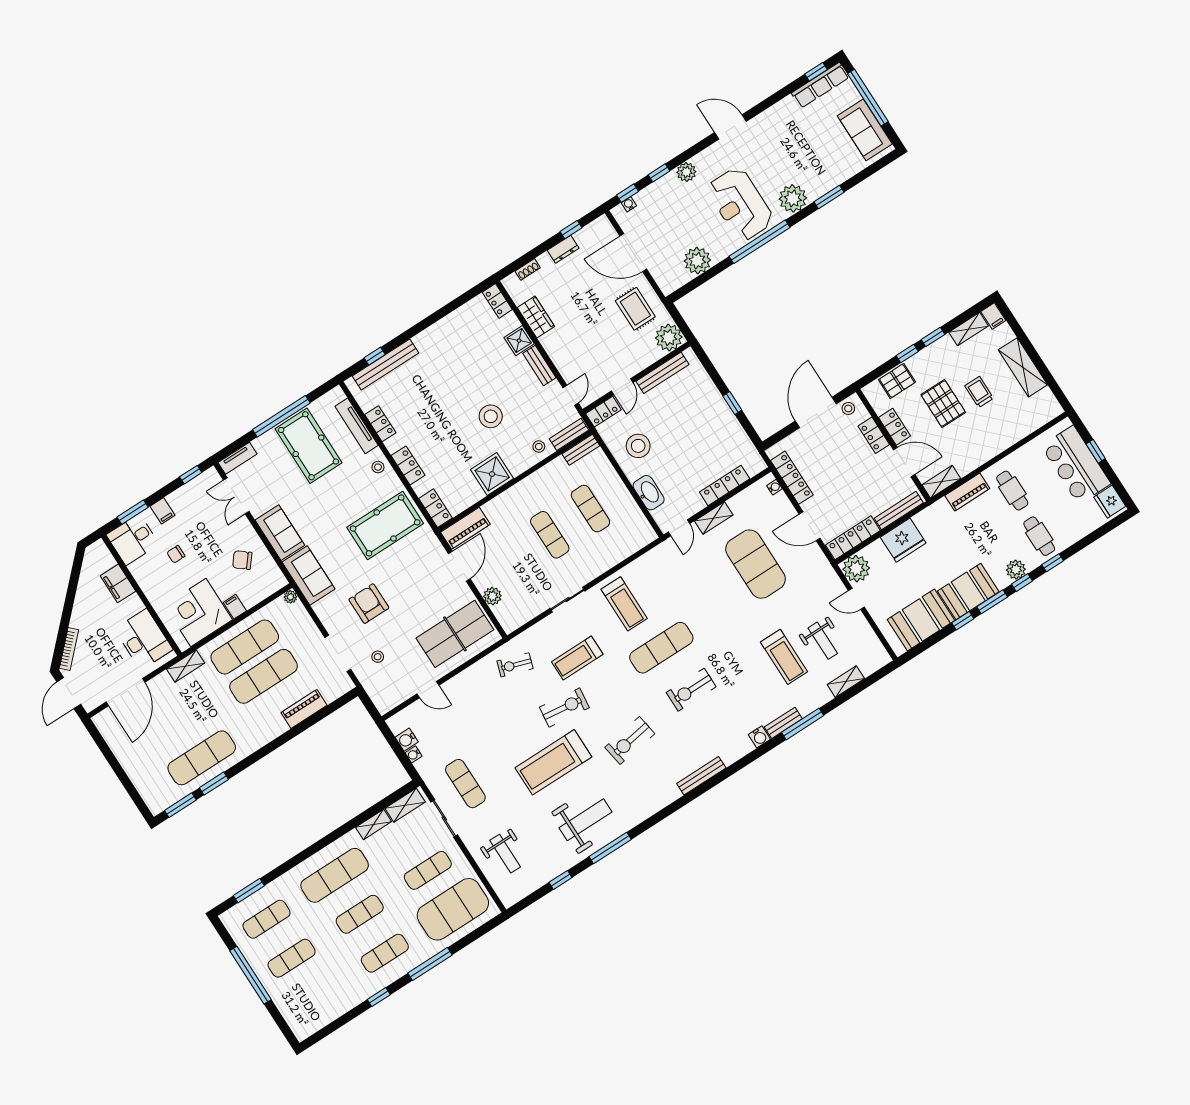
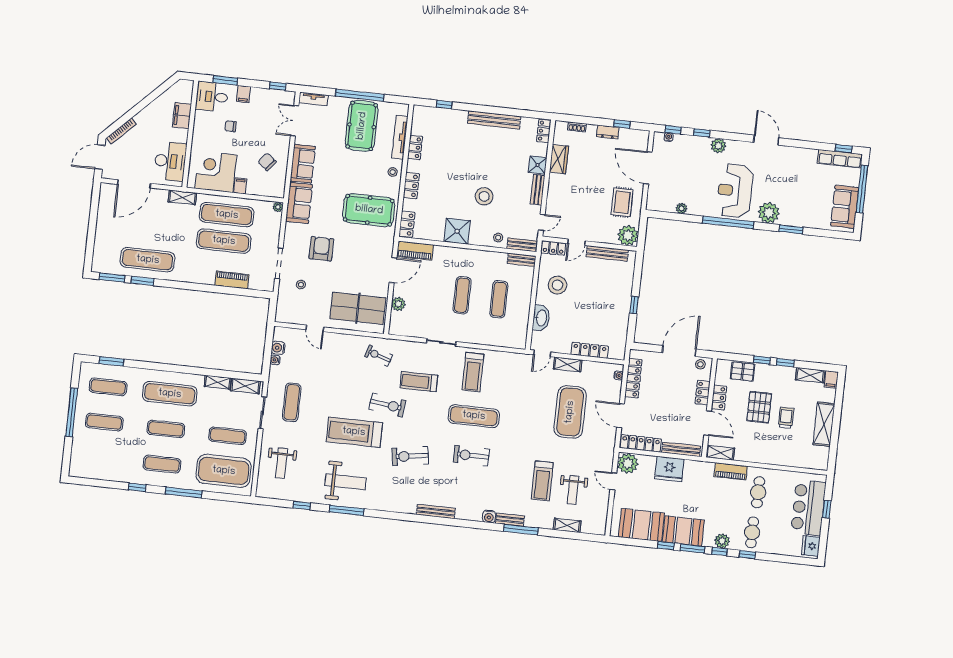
plant: (697, 261) -> (682, 208), width x0.53, depth x0.53
bench: (385, 364) -> (494, 120), moved

